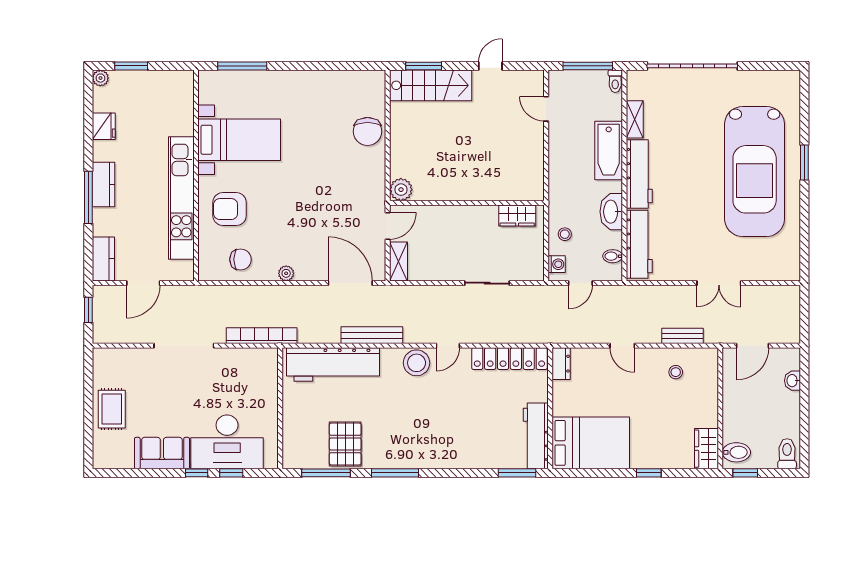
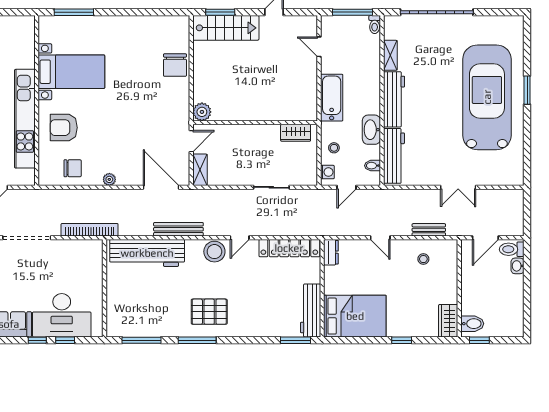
bathtub: (609, 150) -> (332, 98), moved, turned 180
car: (755, 172) -> (487, 97), turned 180
pallet: (345, 444) -> (209, 312), moved, turned 90
toilet: (787, 454) -> (512, 249), moved, turned -90

